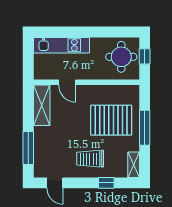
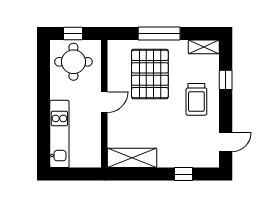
door: (67, 82) -> (104, 102), moved
window: (28, 148) -> (184, 174), width x0.46

